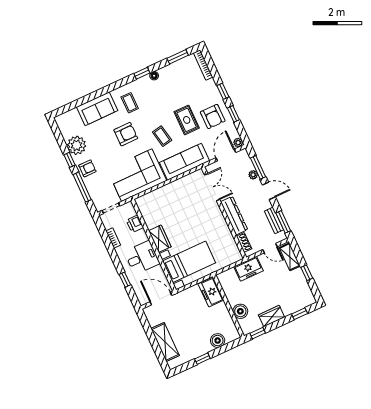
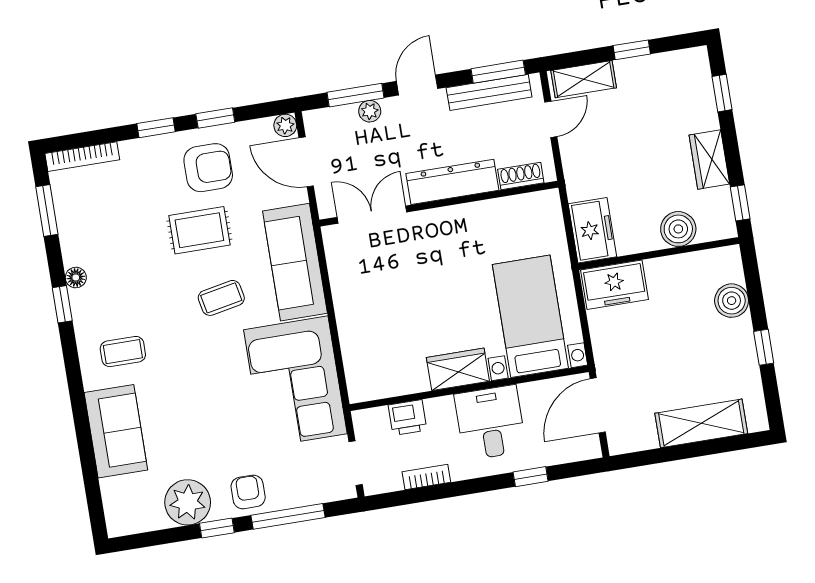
armchair: (126, 134) -> (193, 381), removed
bench: (274, 220) -> (489, 92), width x1.36
freezer: (248, 269) -> (592, 230), moved

